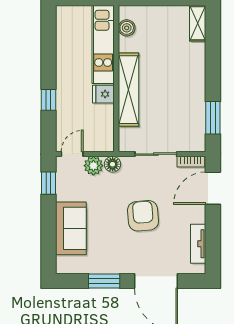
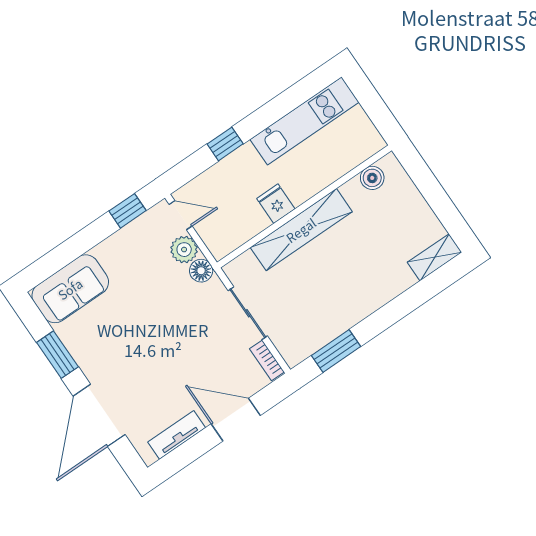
kitchen unit: (103, 45) -> (305, 121), moved, turned 180
door: (213, 188) -> (236, 420), moved
armchair: (143, 216) -> (165, 348), removed
sofa: (71, 228) -> (70, 289), moved

